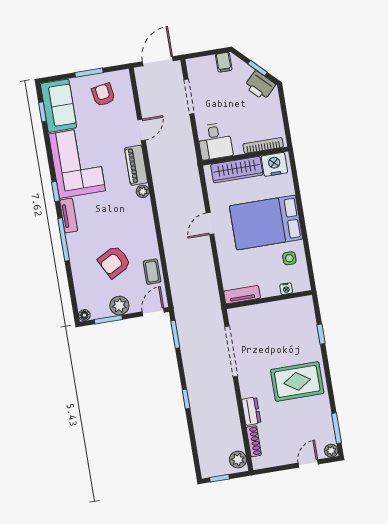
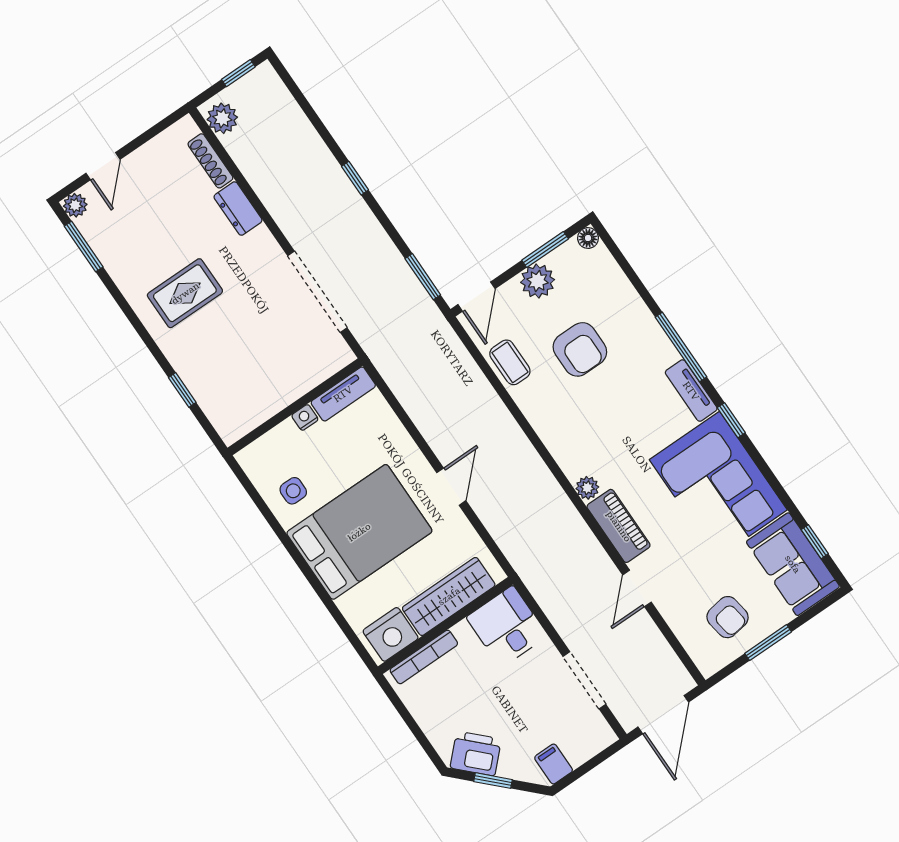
armchair: (114, 262) -> (580, 349), turned 118
nightstand: (286, 289) -> (305, 417), moved
rug: (297, 381) -> (185, 293), width x0.73, depth x0.70

